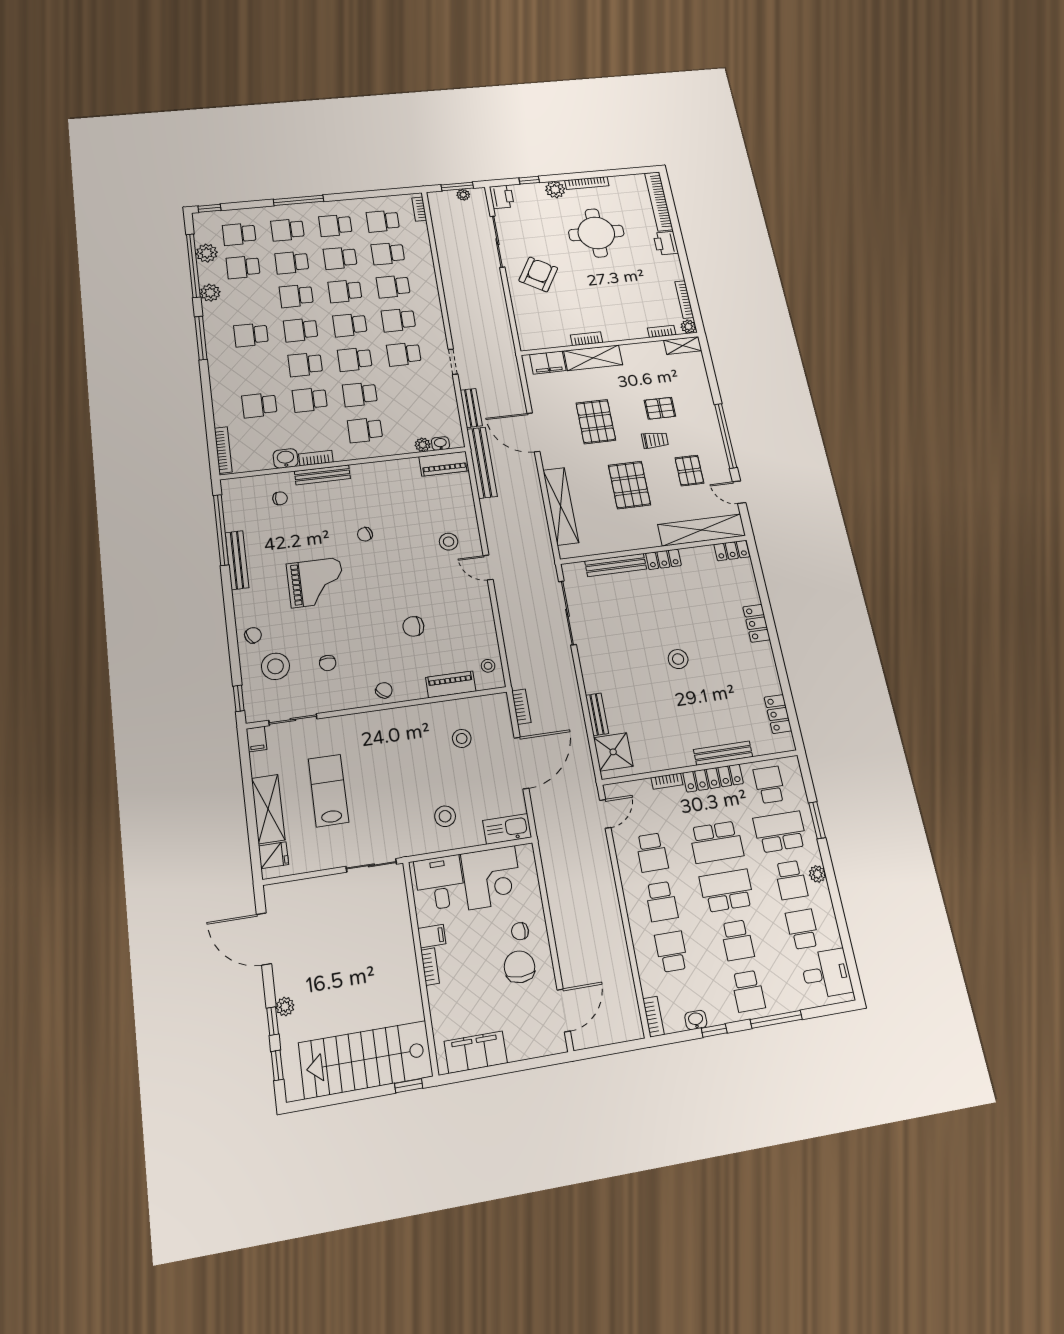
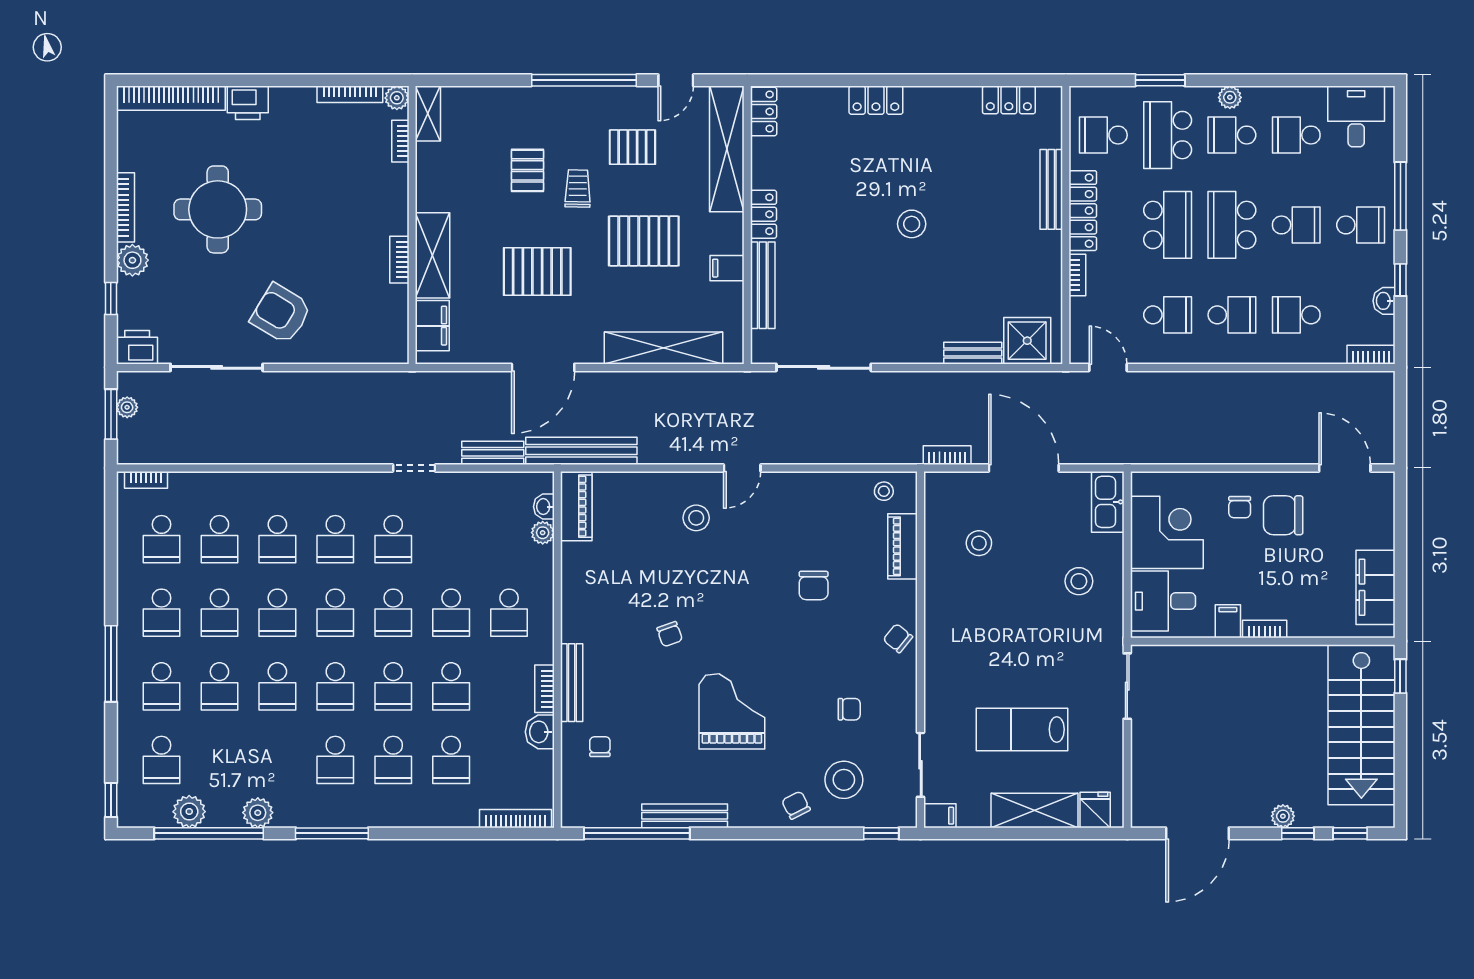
school desk: (243, 267) -> (393, 760), moved
filing cabinet: (622, 540) -> (727, 268), added
school desk: (791, 880) -> (1232, 135), turned 180

